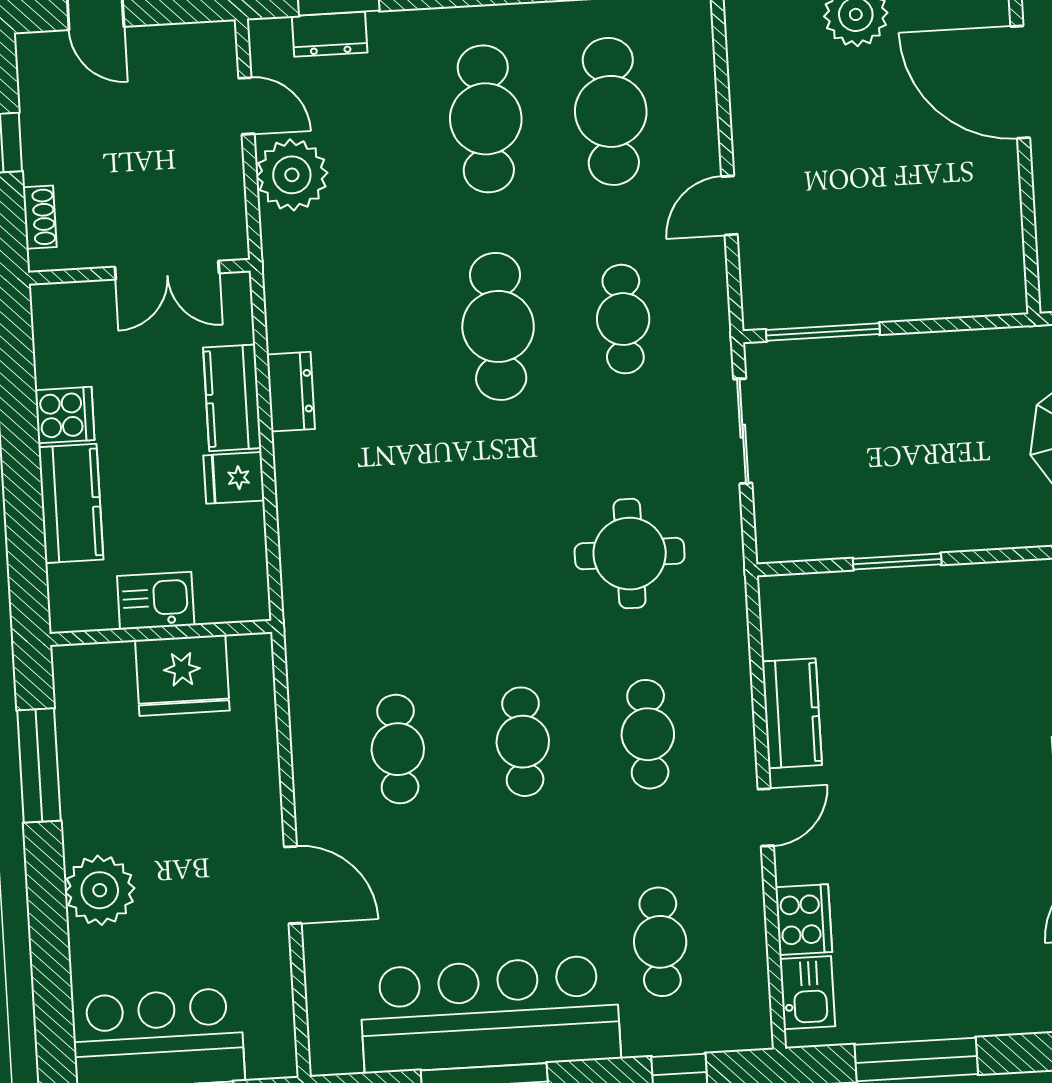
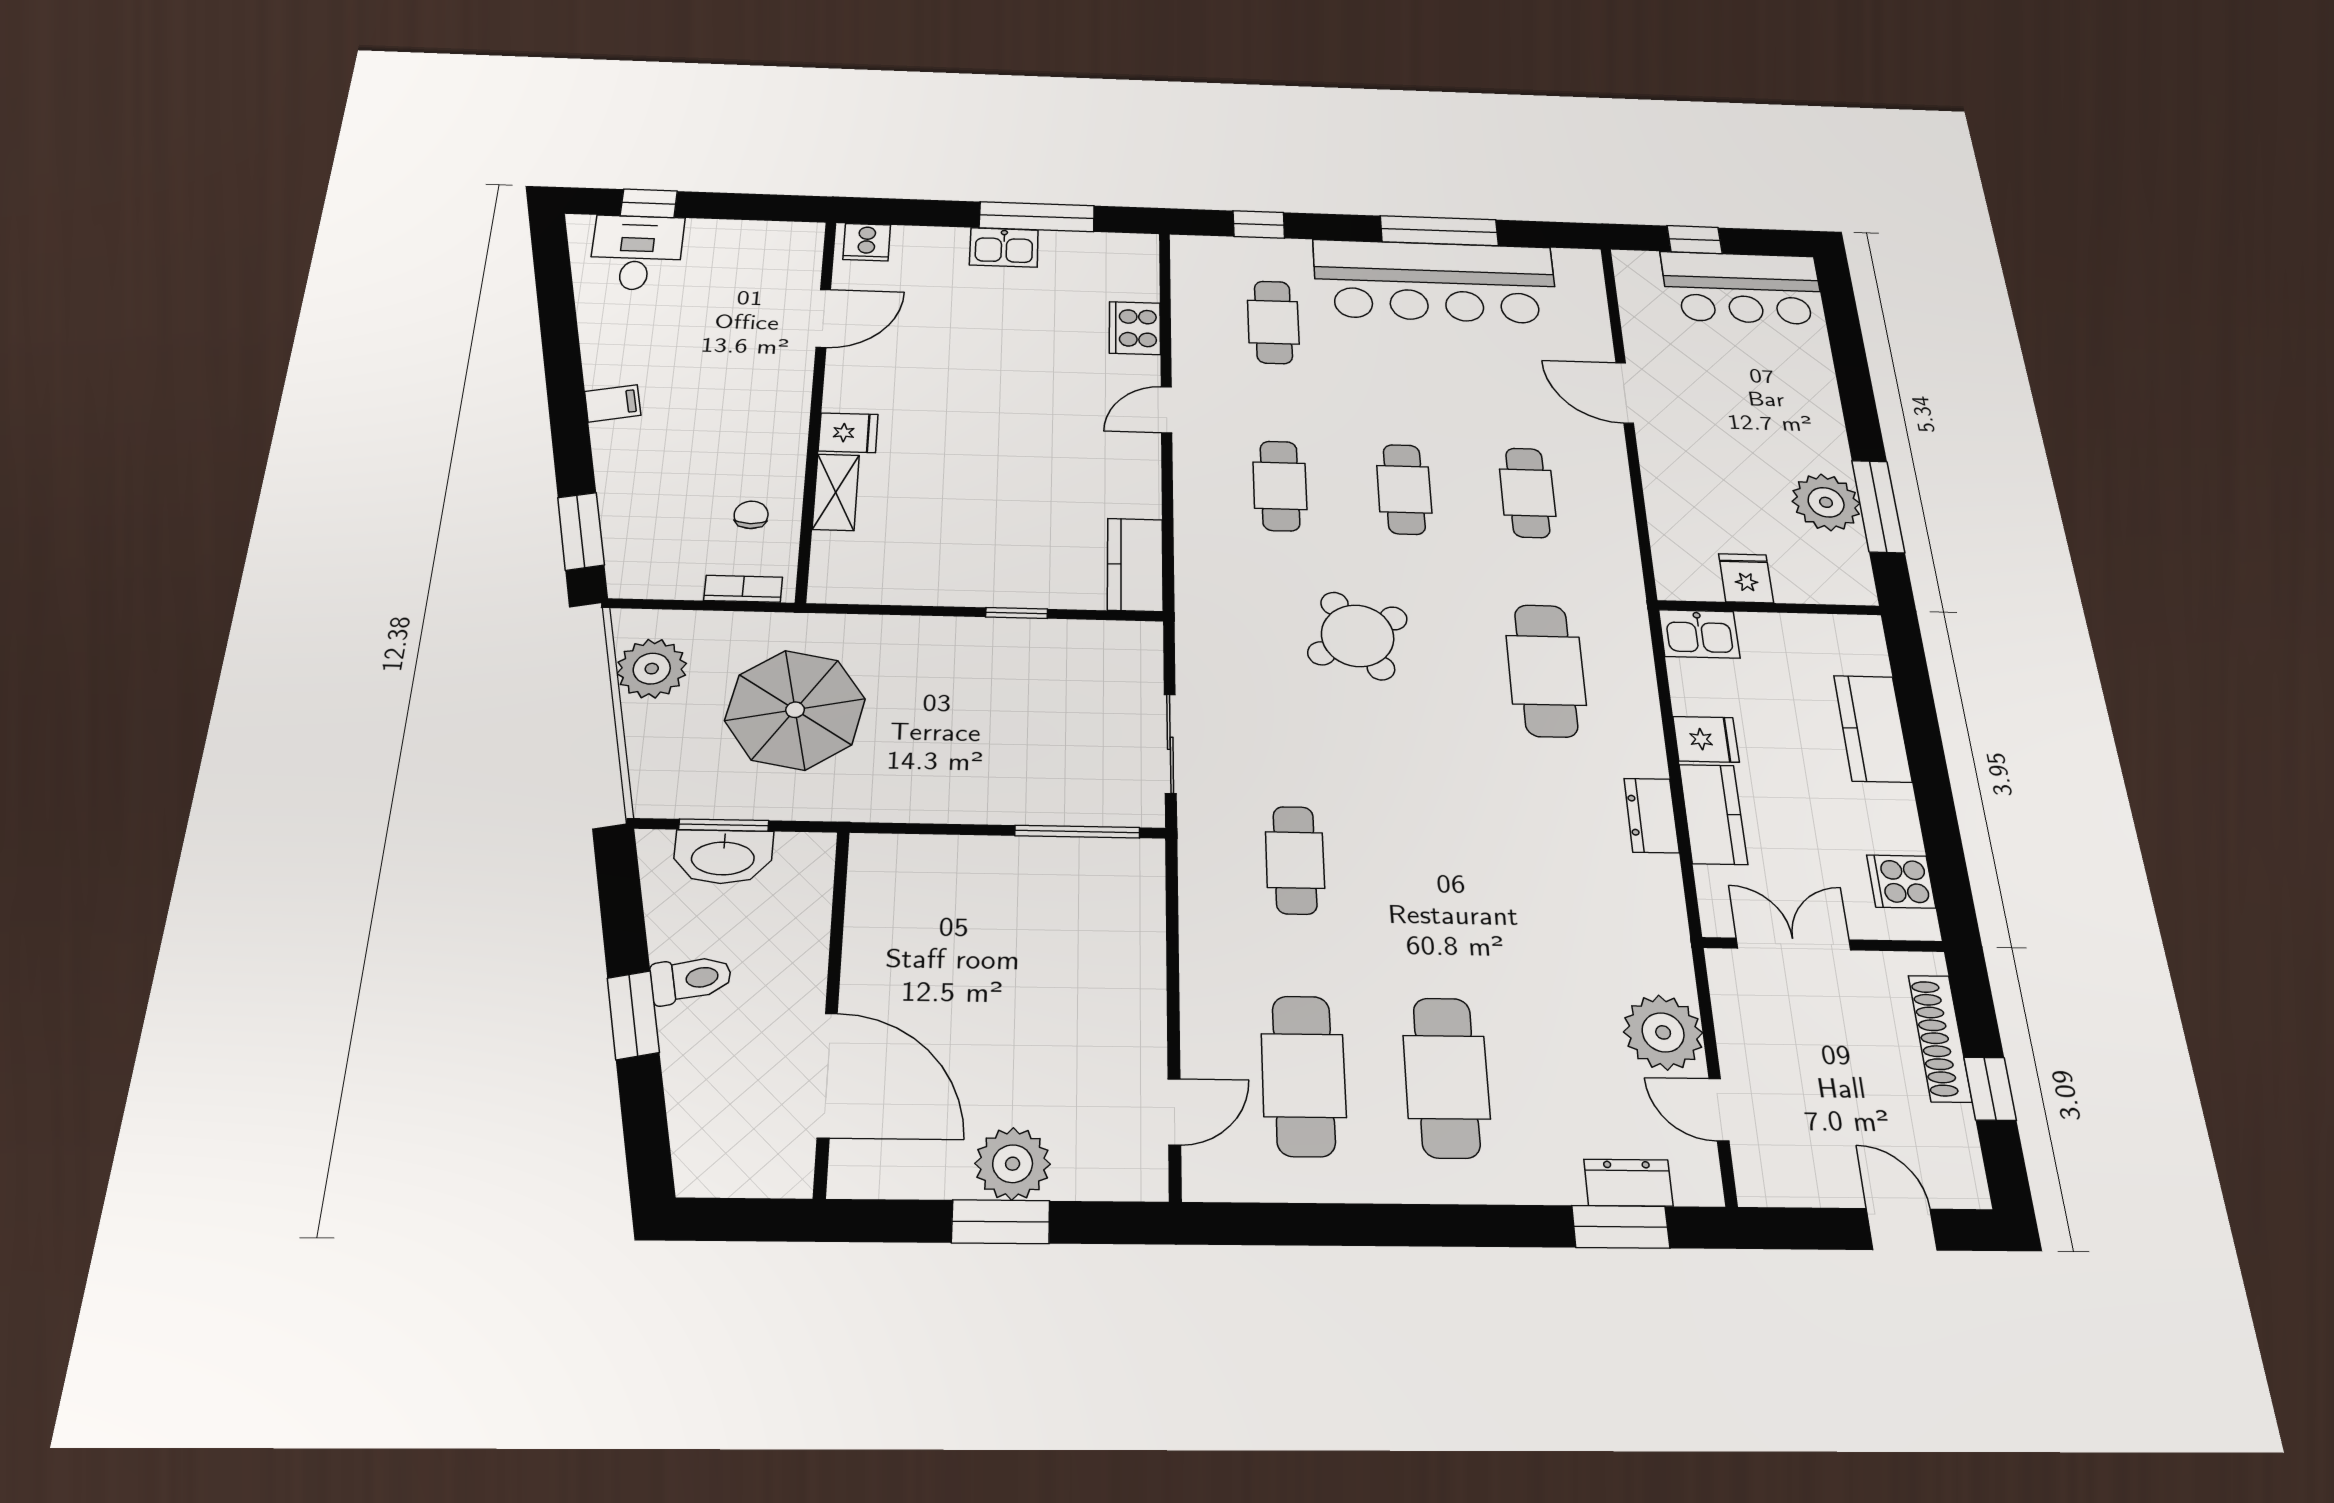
door: (729, 205) -> (1174, 1112), moved
shoe rack: (40, 217) -> (1940, 1038), width x1.94, depth x1.24
cafe table: (498, 326) -> (1546, 670), moved
cooker: (65, 415) -> (1901, 881), moved
round table: (630, 554) -> (1358, 636), moved, turned -30
window: (897, 562) -> (1017, 613), width x0.67
kitchen sink: (156, 601) -> (1699, 634), moved
fridge: (182, 675) -> (1746, 578), width x0.53, depth x0.75
kitchen counter: (792, 713) -> (1135, 565), moved
plant: (100, 890) -> (1826, 502), moved
kitchen sink: (807, 993) -> (1004, 248), moved, turned -90

